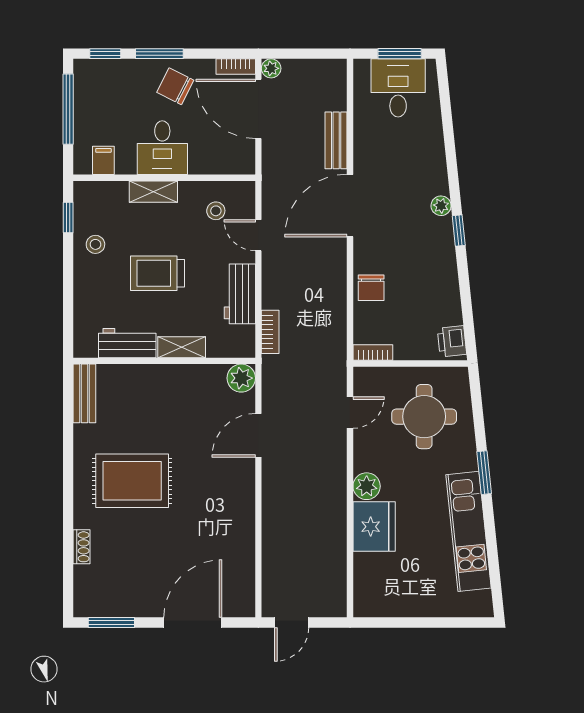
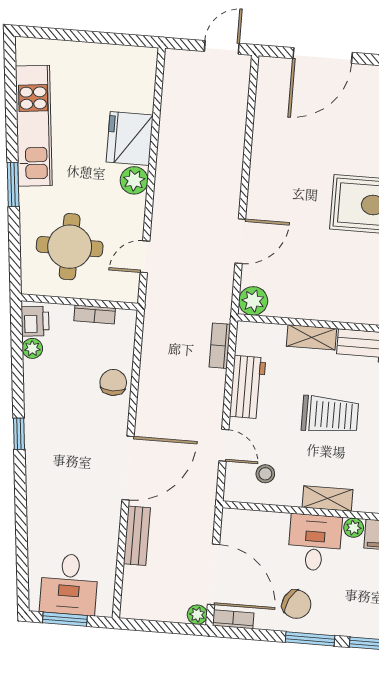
plant: (126, 165) -> (354, 528), added
plant: (441, 206) -> (32, 348), moved
bookcase: (373, 353) -> (95, 314), moved

